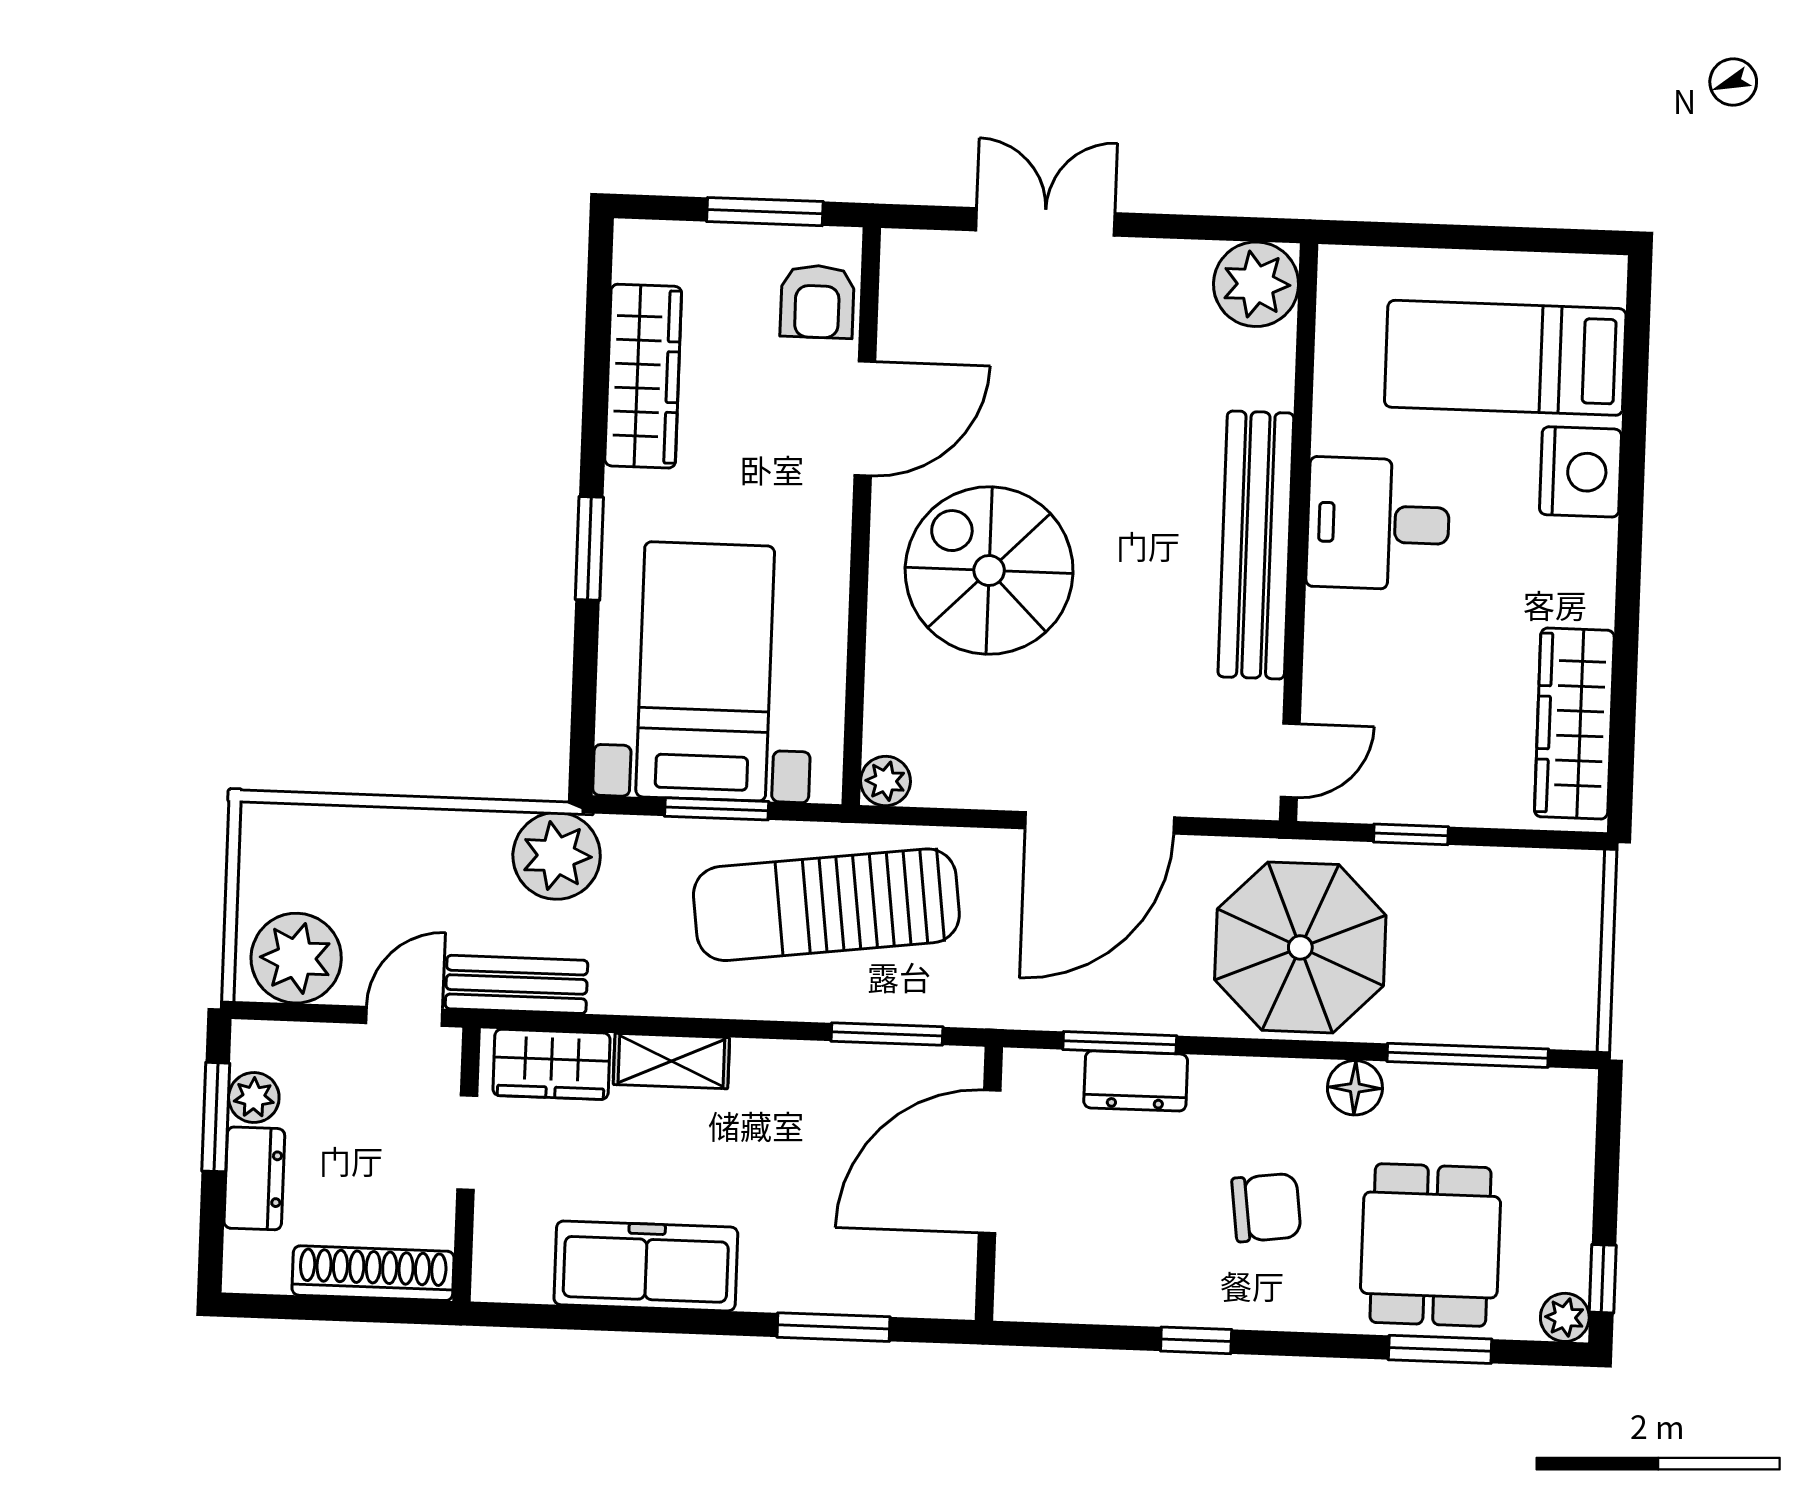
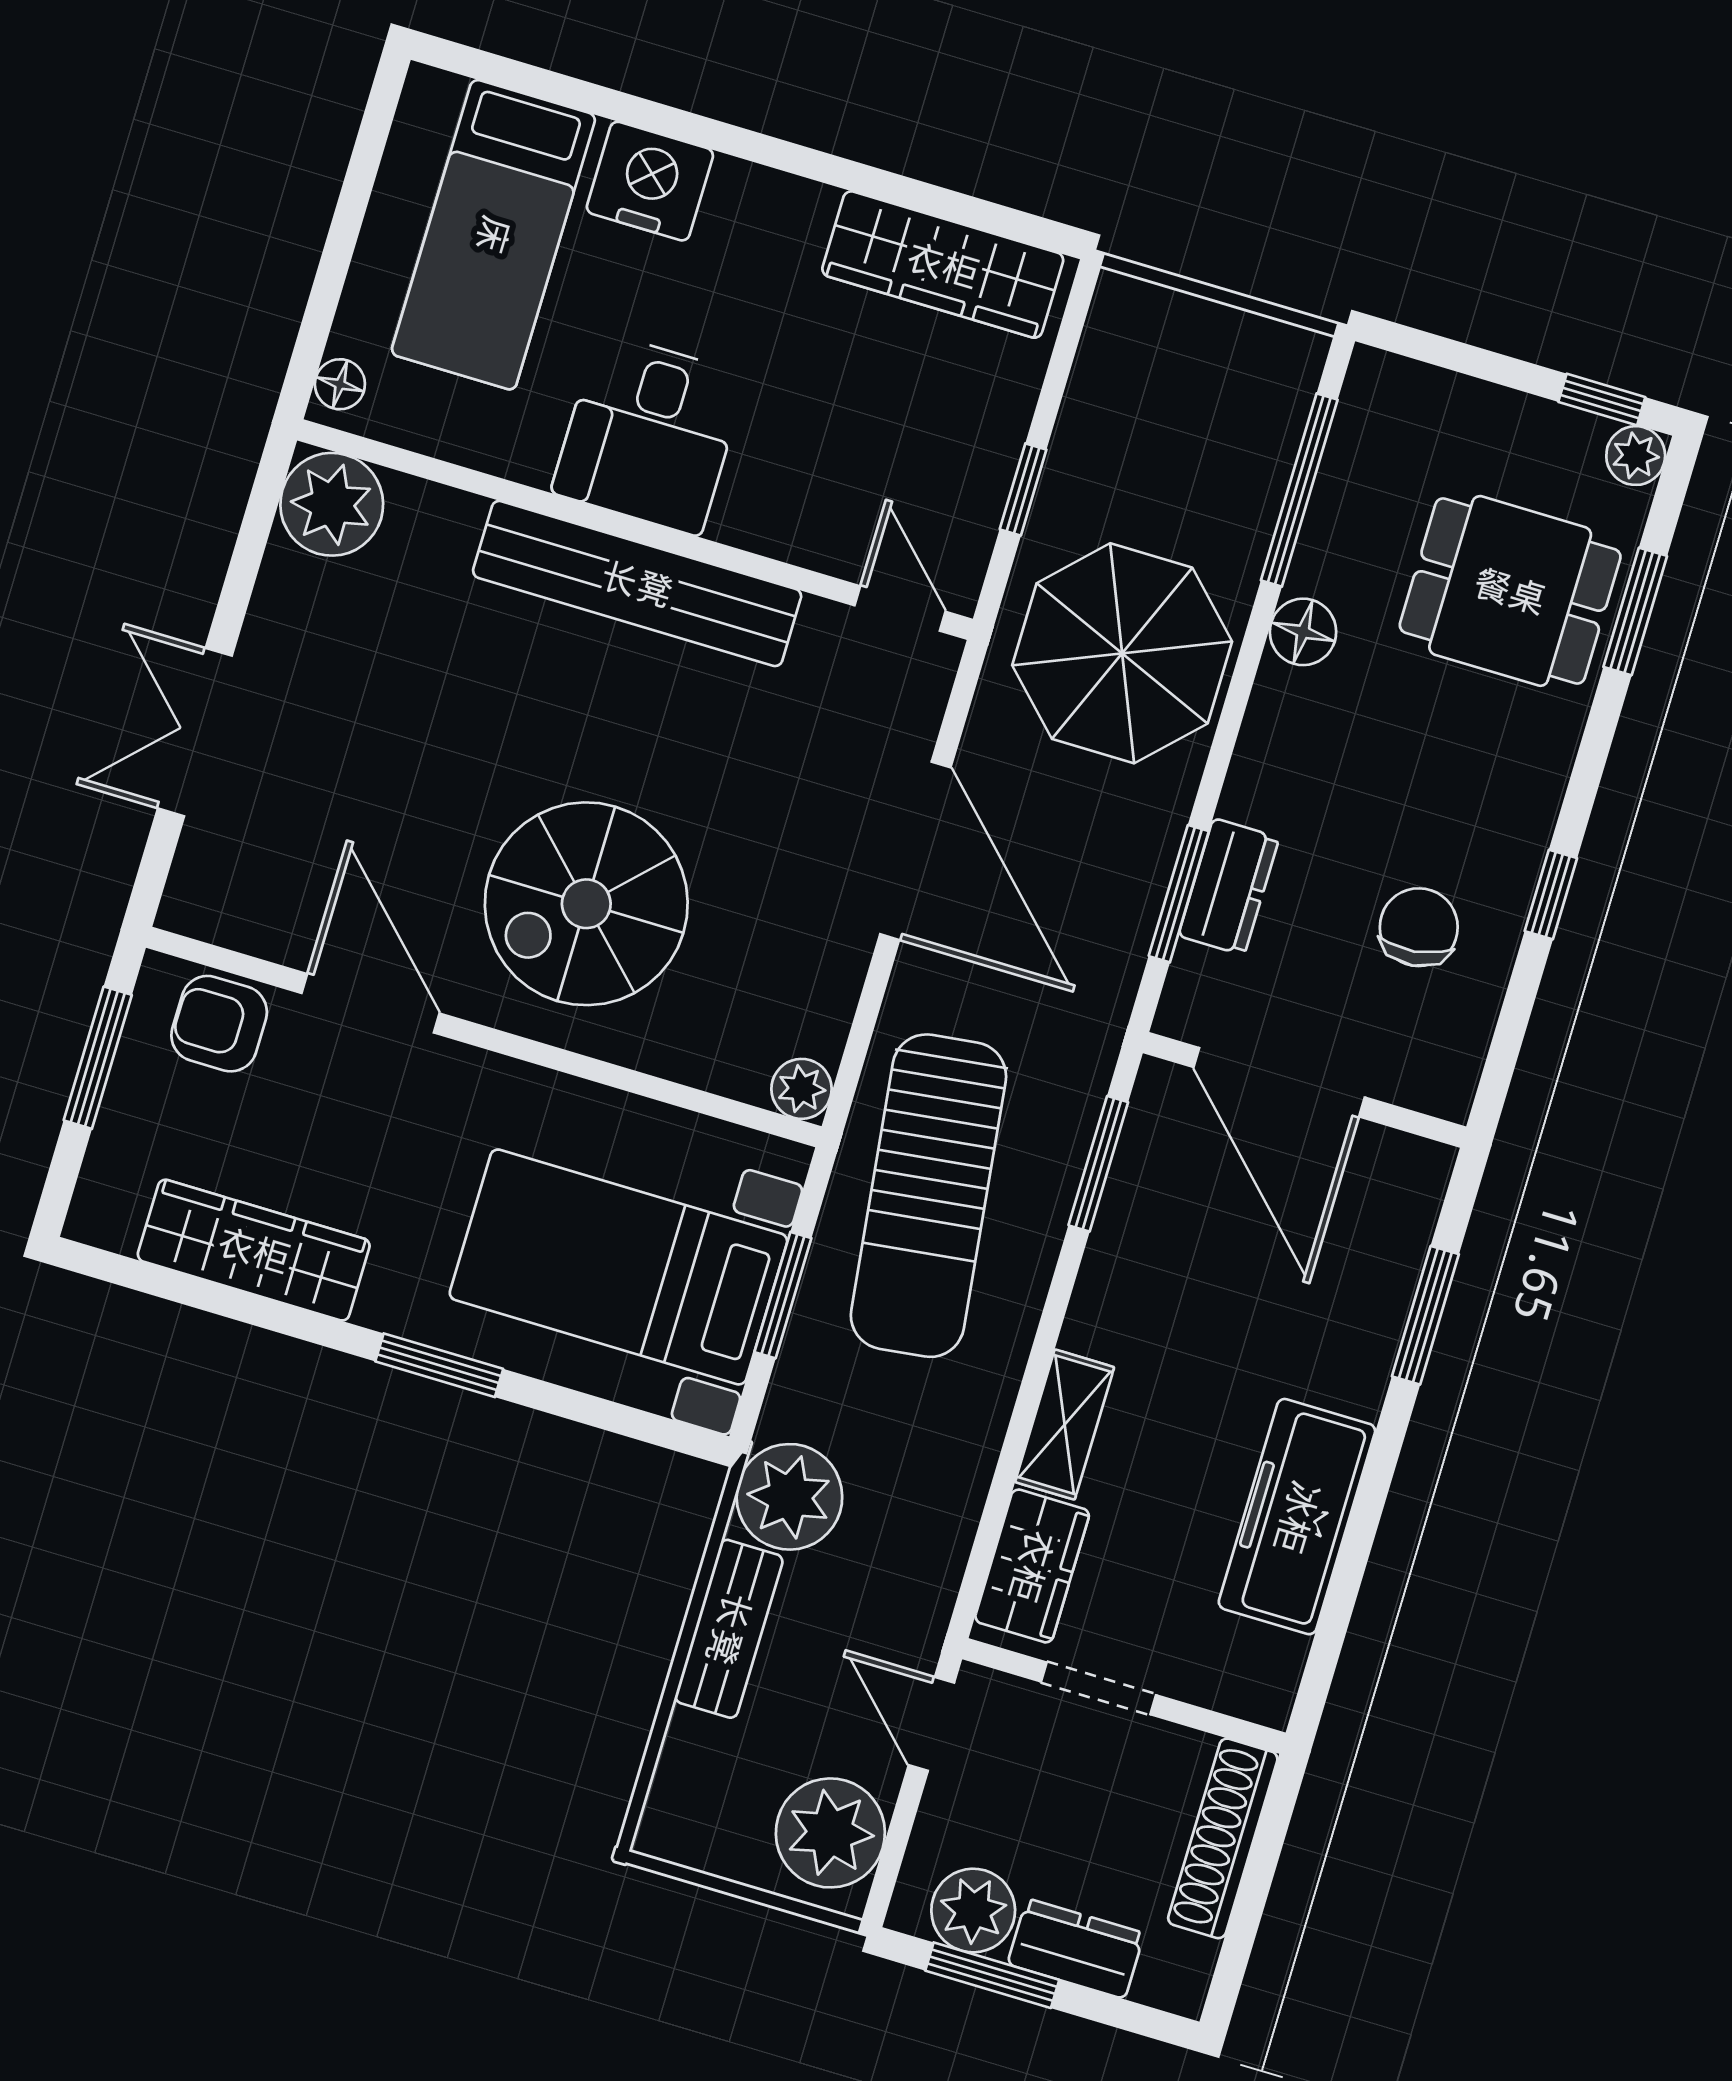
floor lamp: (1354, 266) -> (340, 384), added
armchair: (817, 302) -> (219, 1024), turned 180
bench: (516, 984) -> (729, 1629), moved
plant: (254, 1097) -> (973, 1911), width x1.38, depth x1.38
chair: (1266, 1208) -> (1419, 927), moved

